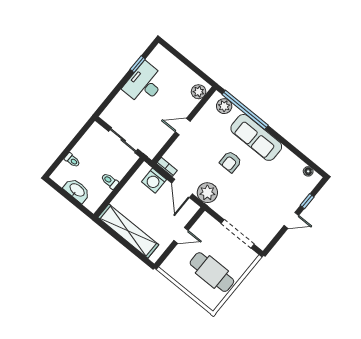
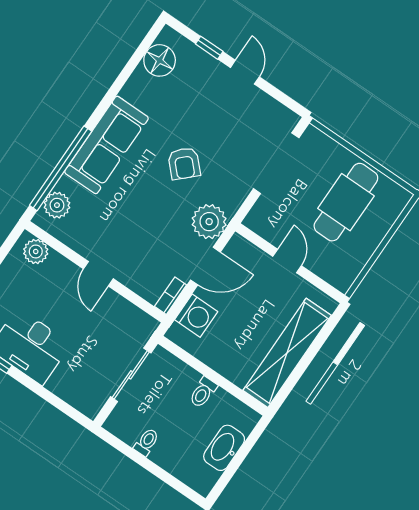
toilet: (72, 160) -> (147, 442), moved
armchair: (231, 162) -> (184, 163), moved, turned 46
floor lamp: (308, 171) -> (160, 60), width x1.89, depth x1.89

